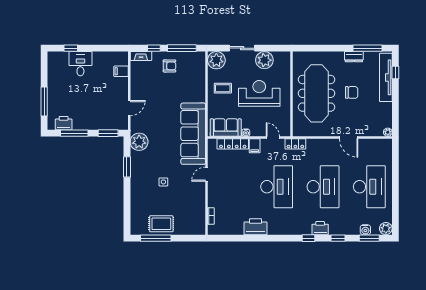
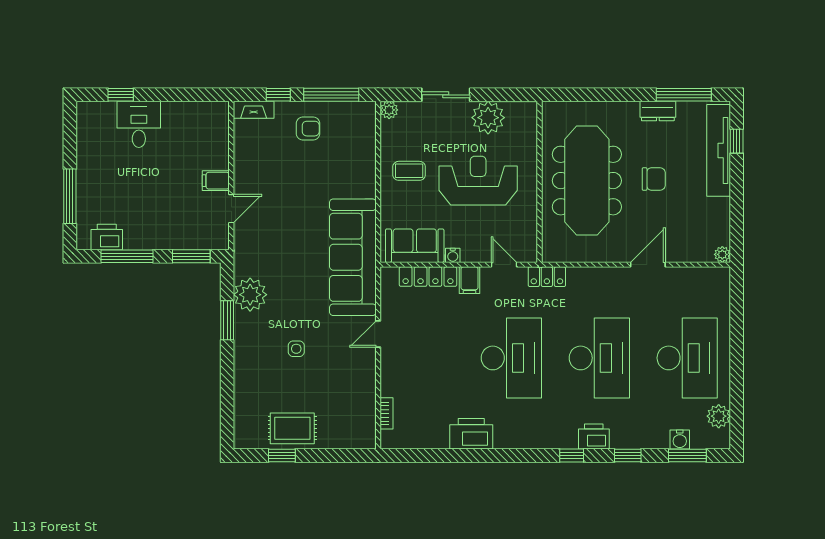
plant: (216, 60) -> (389, 110), width x0.53, depth x0.53
filing cabinet: (121, 71) -> (216, 181), moved
door: (349, 138) -> (648, 265), swing flipped
plant: (139, 142) -> (250, 295), moved
plant: (386, 229) -> (719, 416), moved
window: (156, 238) -> (282, 455), width x0.46

